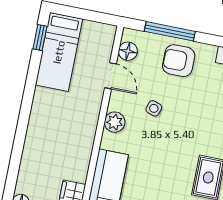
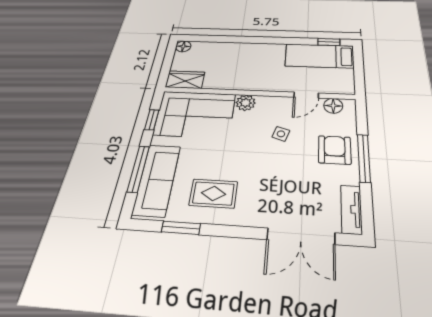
window: (170, 31) -> (364, 158), moved
plant: (115, 122) -> (246, 103), moved

